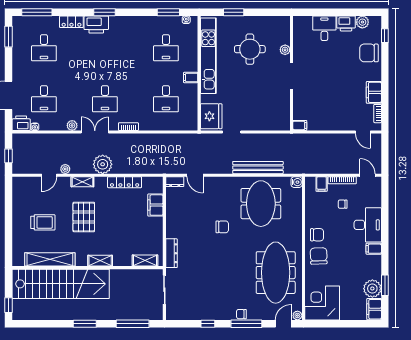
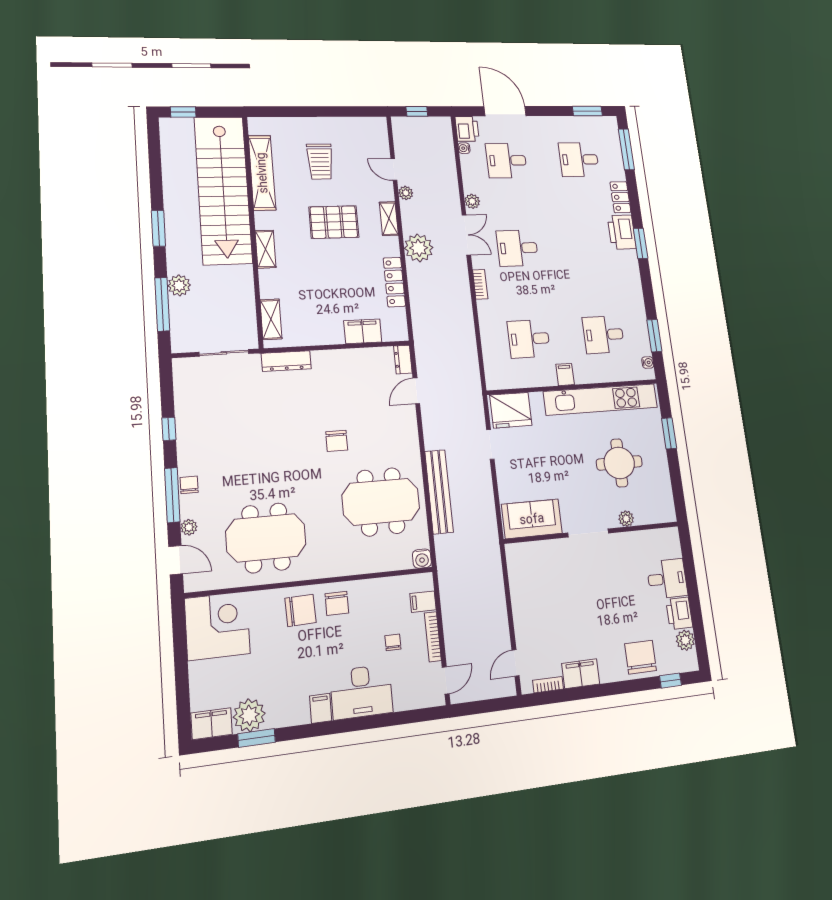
sofa: (279, 111) -> (532, 519), added
filing cabinet: (300, 125) -> (513, 554), removed
meeting table: (276, 273) -> (266, 538), width x0.73
plant: (121, 313) -> (179, 285), added
plant: (297, 315) -> (189, 527), moved

